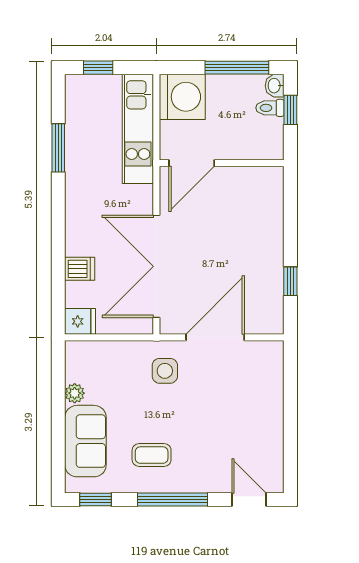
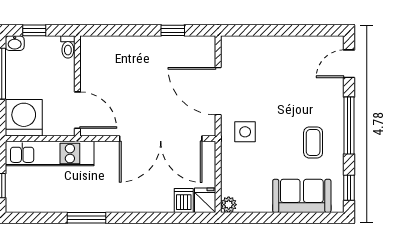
toilet: (270, 108) -> (68, 47), moved
window: (58, 148) -> (86, 218), moved
dishwasher: (80, 269) -> (184, 201), moved
plant: (75, 393) -> (229, 205), moved

